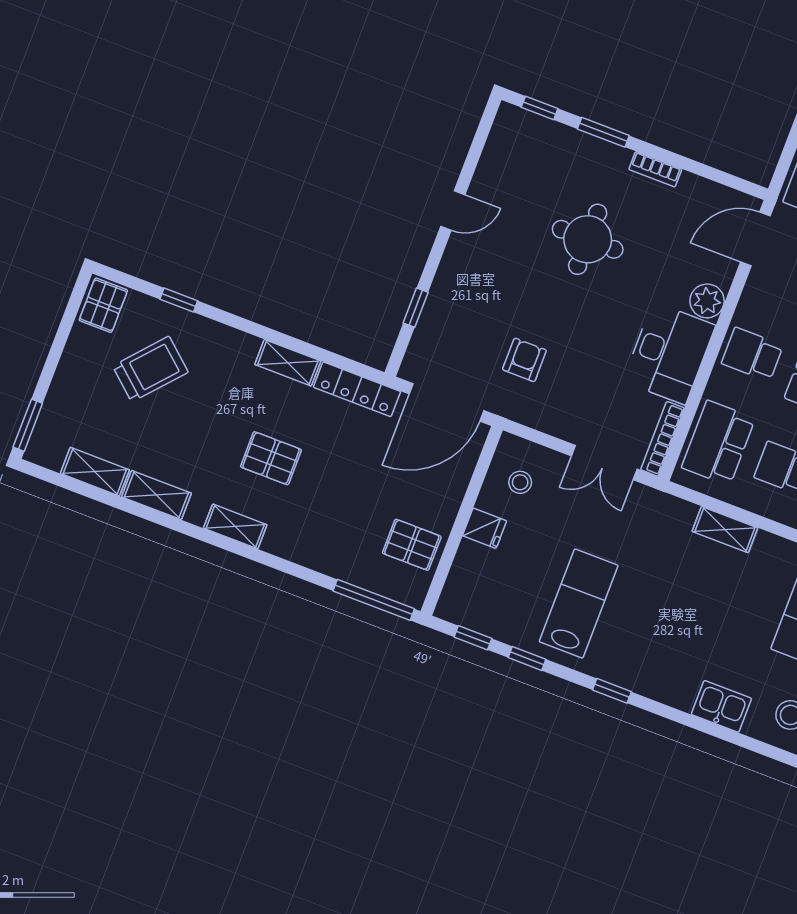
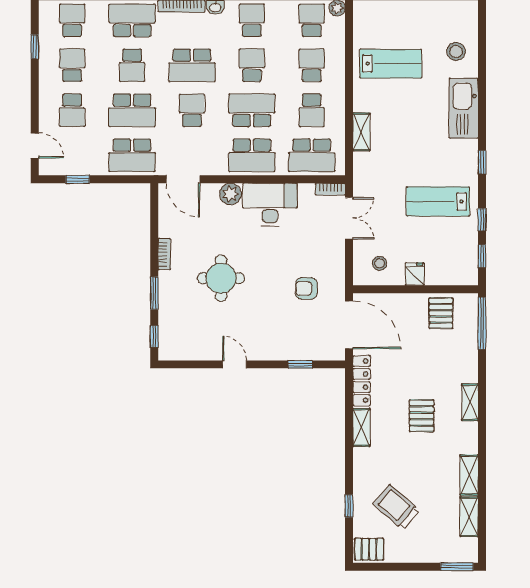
school desk: (752, 354) -> (252, 155), width x1.85
bookcase: (662, 439) -> (330, 189), width x0.64
shelving: (235, 526) -> (470, 402), moved
kitchen sink: (721, 706) -> (464, 108), width x1.88, depth x1.24

